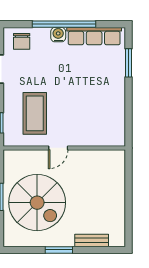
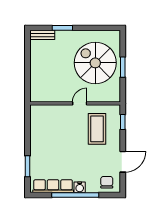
bench: (92, 240) -> (42, 35), moved
window: (59, 250) -> (62, 28), moved

